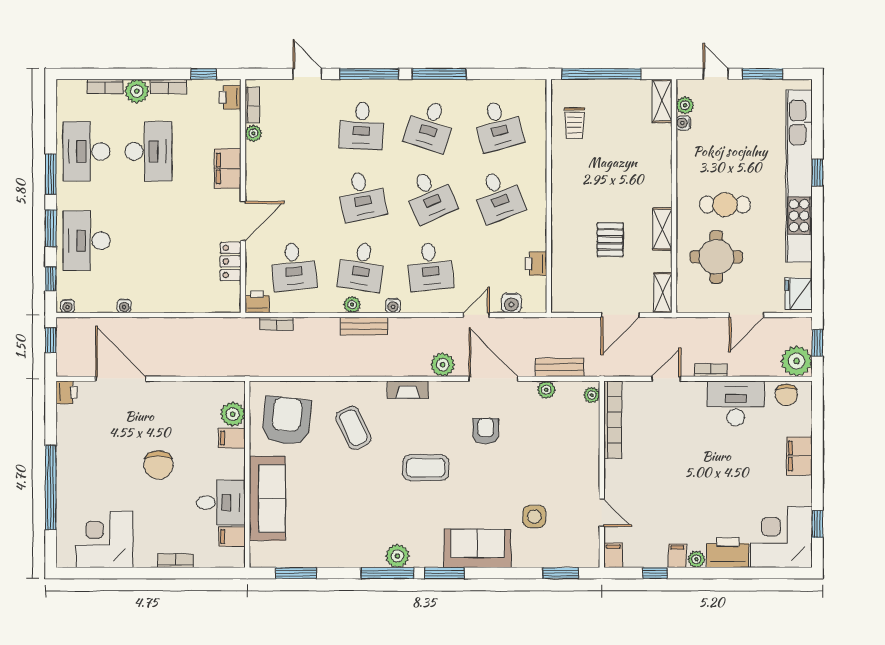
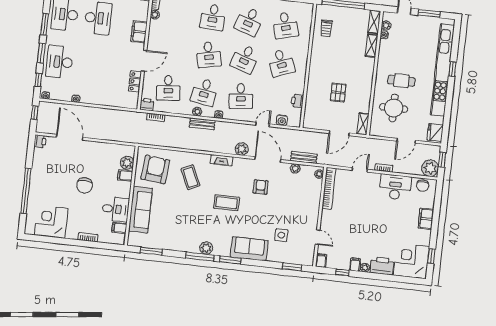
desk: (430, 196) -> (245, 59), turned 42
shelving: (662, 229) -> (372, 46), moved

